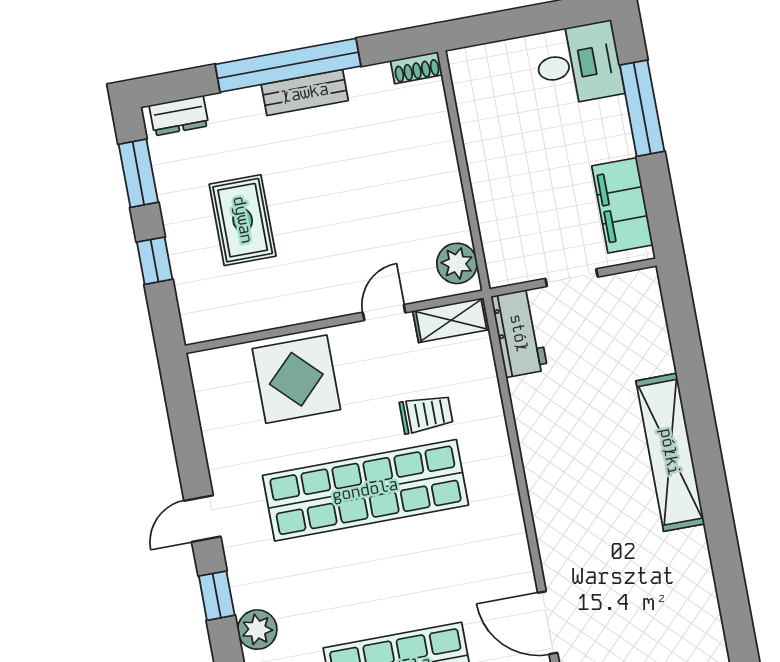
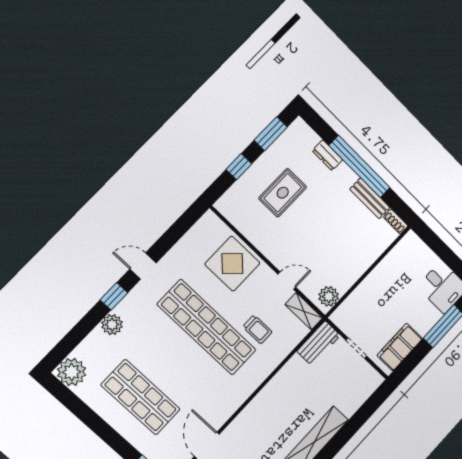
bench: (305, 93) -> (370, 198), moved
dresser: (179, 116) -> (327, 155), moved

